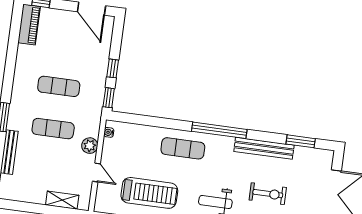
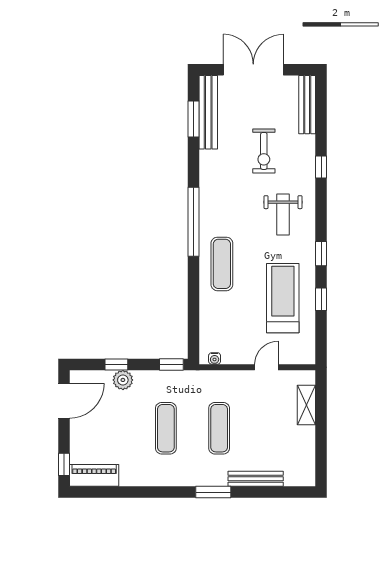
window: (113, 68) -> (116, 364), moved
plant: (90, 146) -> (123, 380), moved
bench: (264, 148) -> (208, 112), moved
exercise bike: (268, 194) -> (264, 151), turned 180

